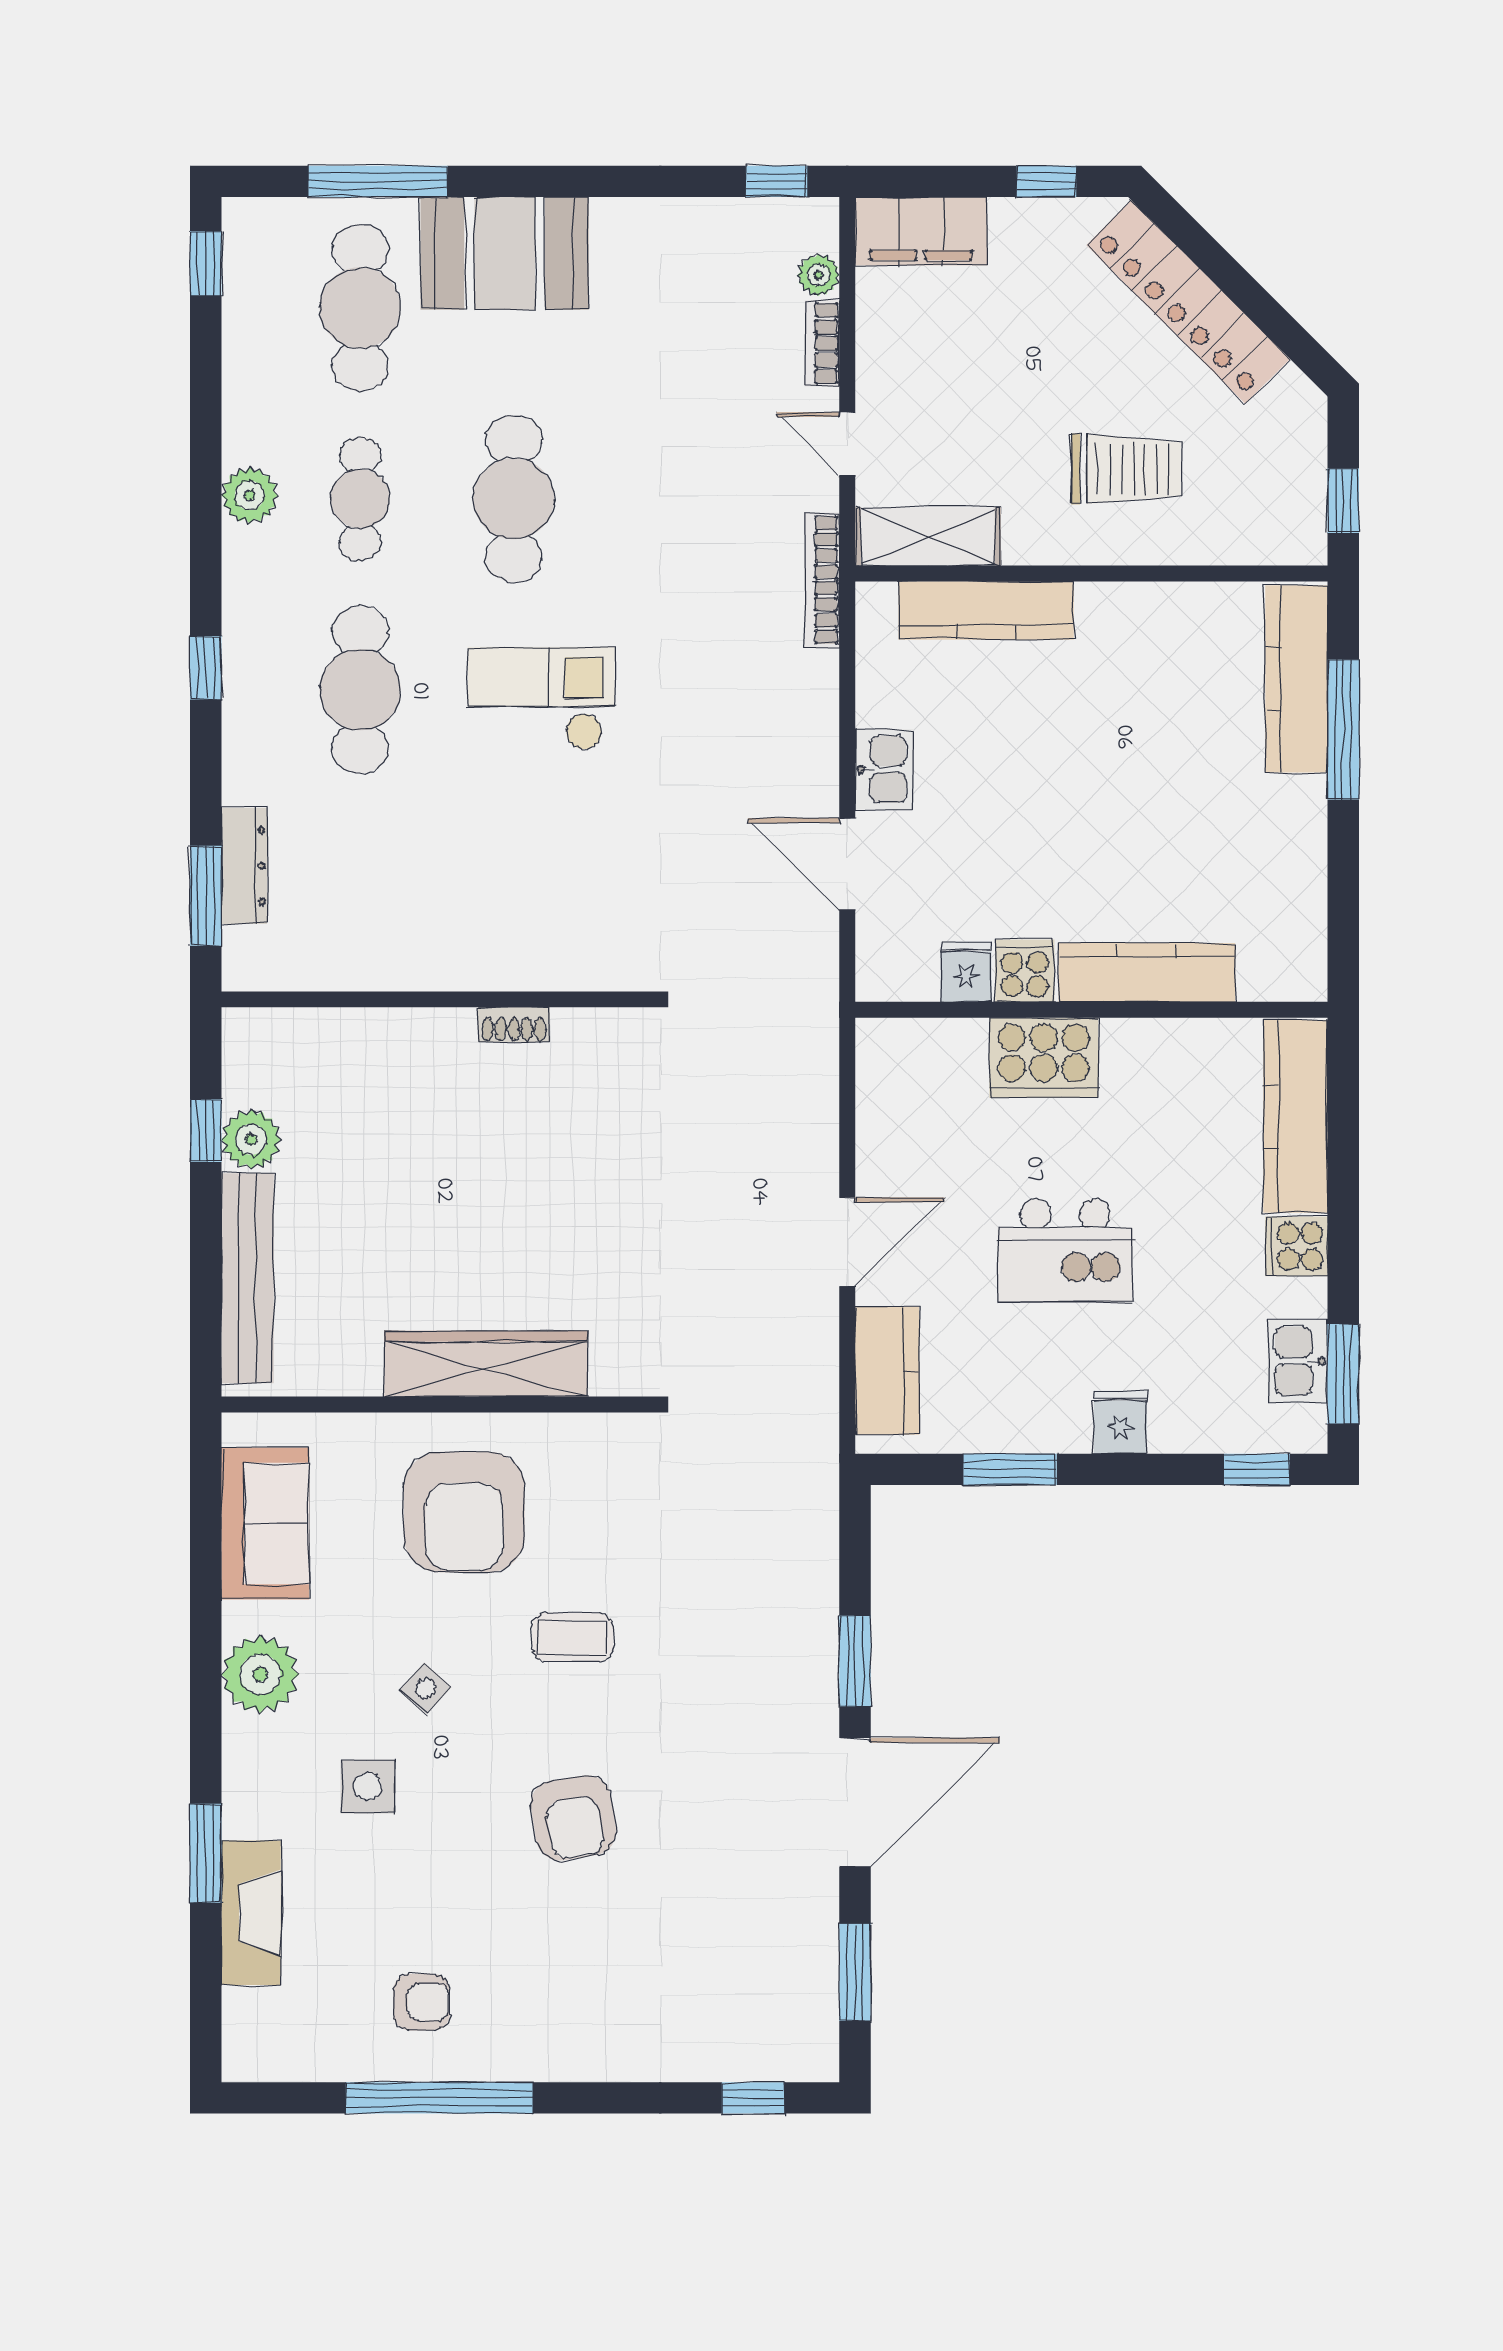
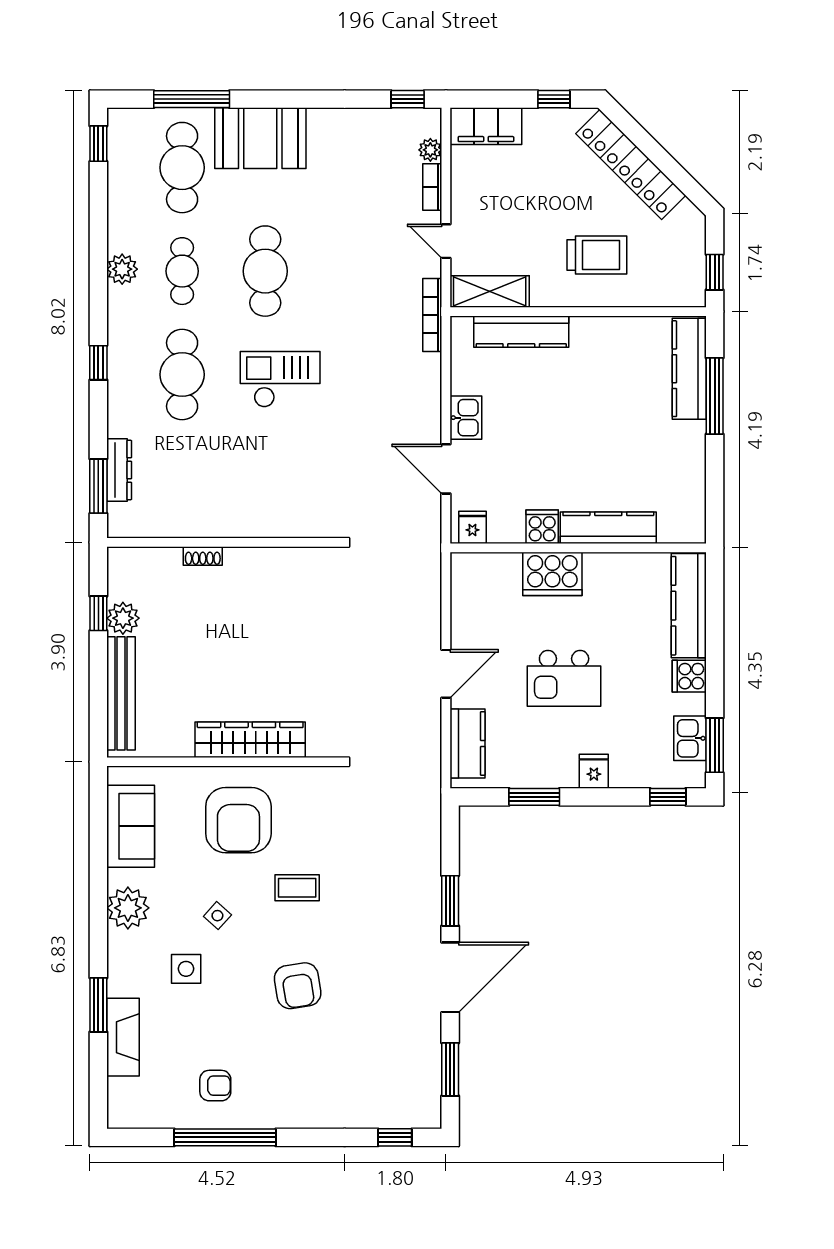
fridge: (966, 972) -> (472, 527), moved
shoe rack: (514, 1024) -> (203, 556), moved

